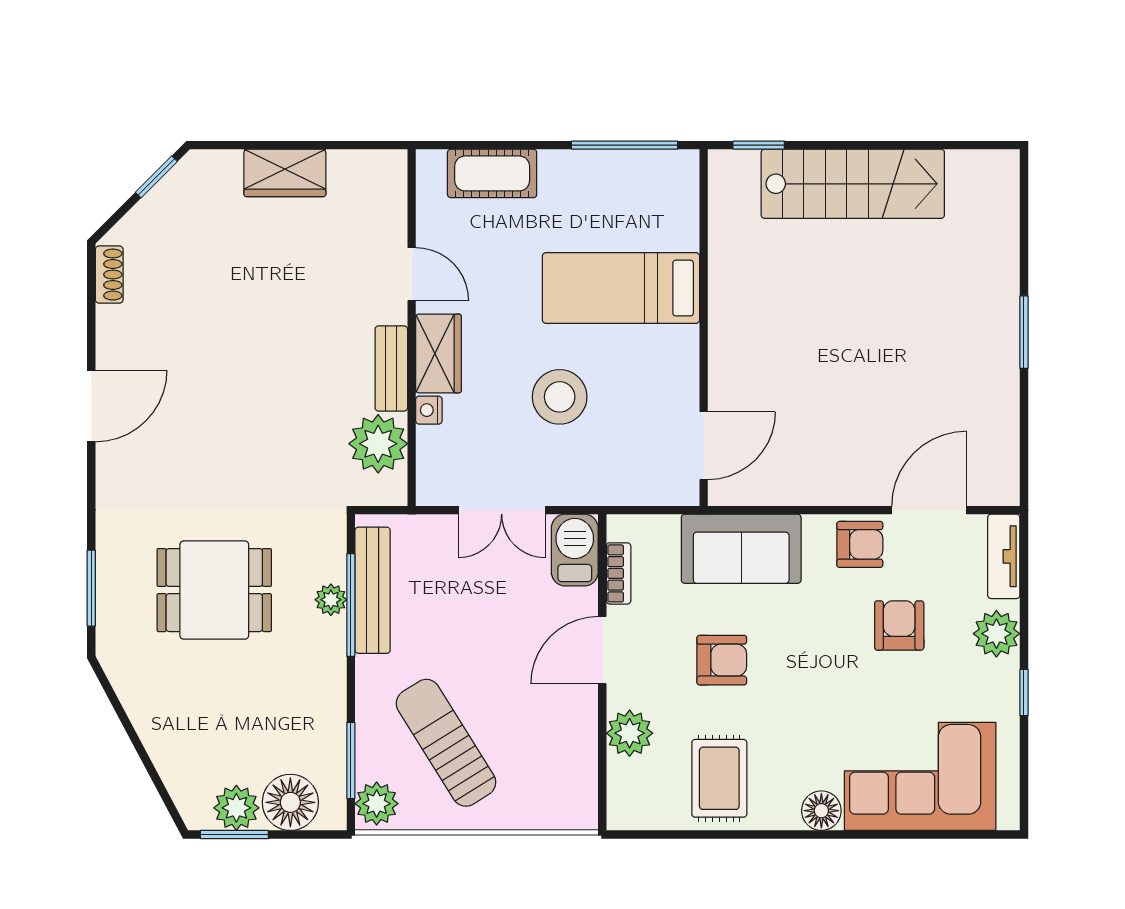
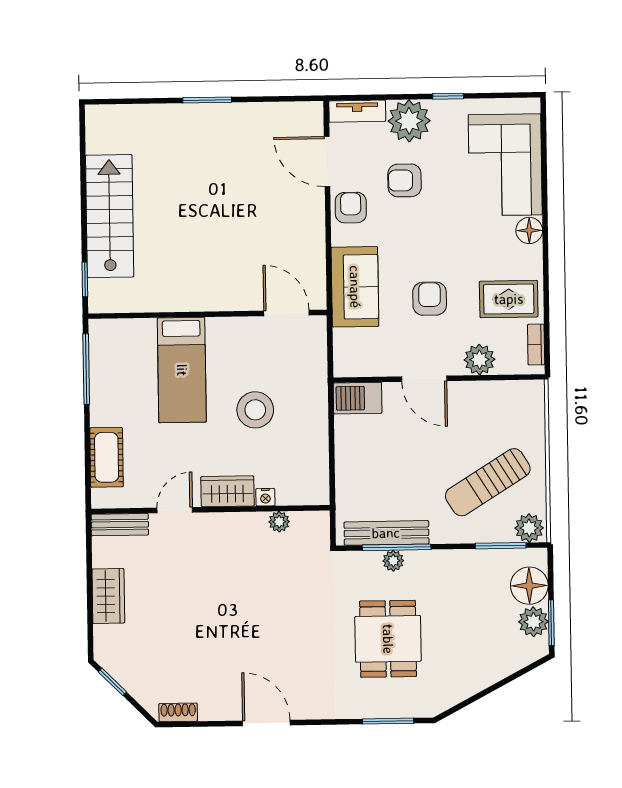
bench: (391, 368) -> (120, 525), moved
plant: (378, 444) -> (279, 522), width x0.53, depth x0.53
double door: (502, 510) -> (332, 447), removed
bookcase: (619, 573) -> (536, 345), moved, turned -90
plant: (996, 634) -> (409, 121), width x1.36, depth x1.36

